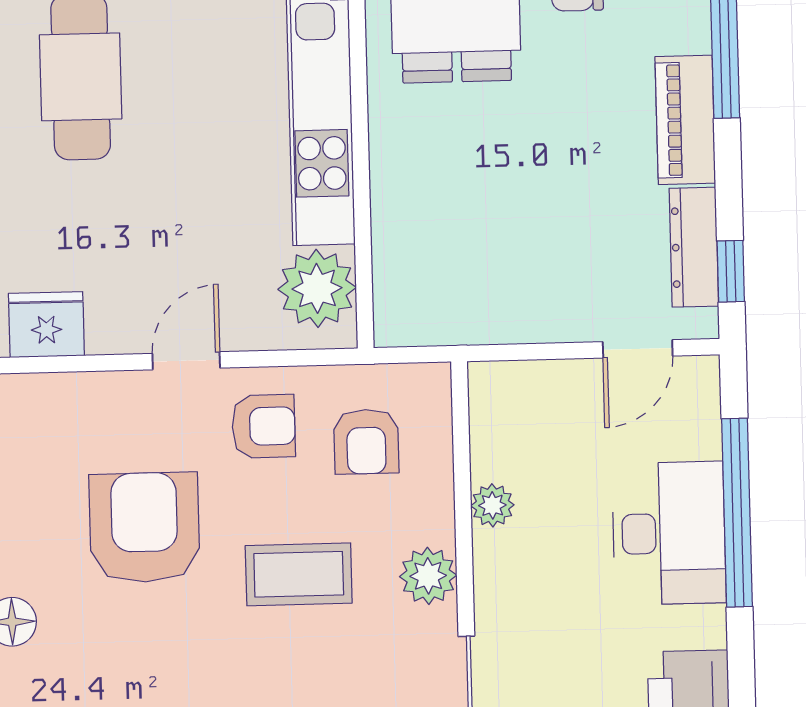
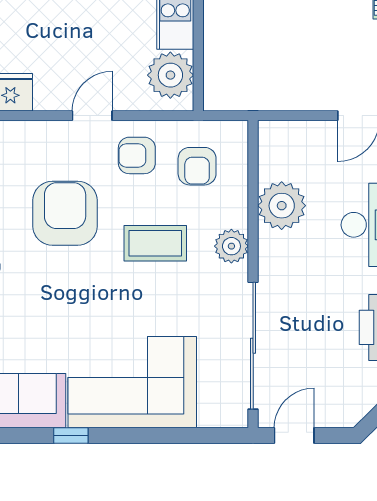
armchair: (264, 426) -> (137, 155), turned 180
plant: (492, 505) -> (282, 206), width x1.88, depth x1.88

